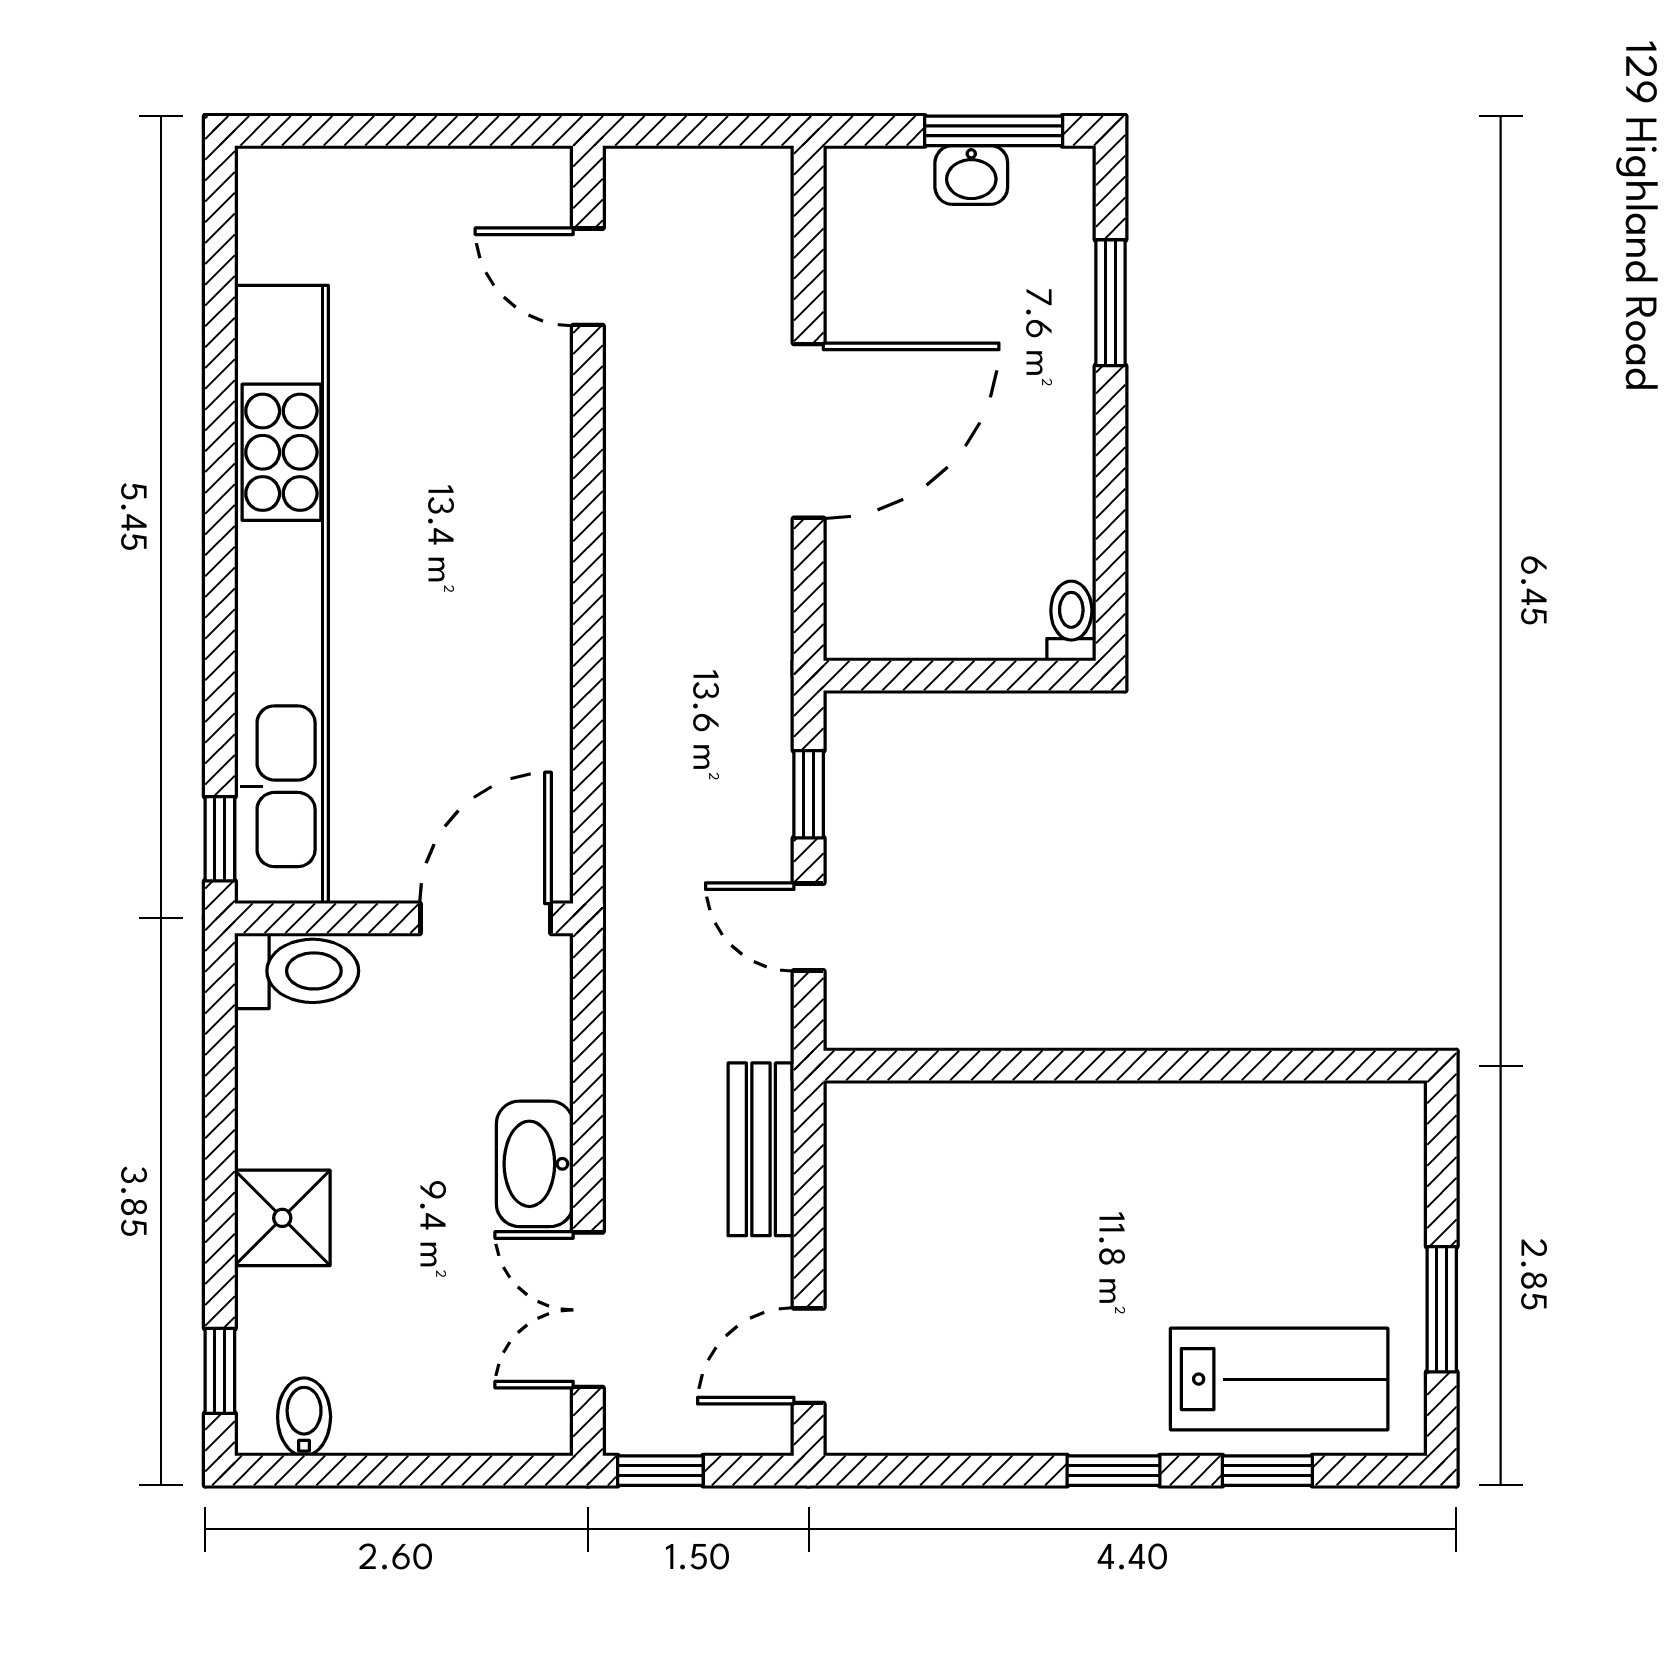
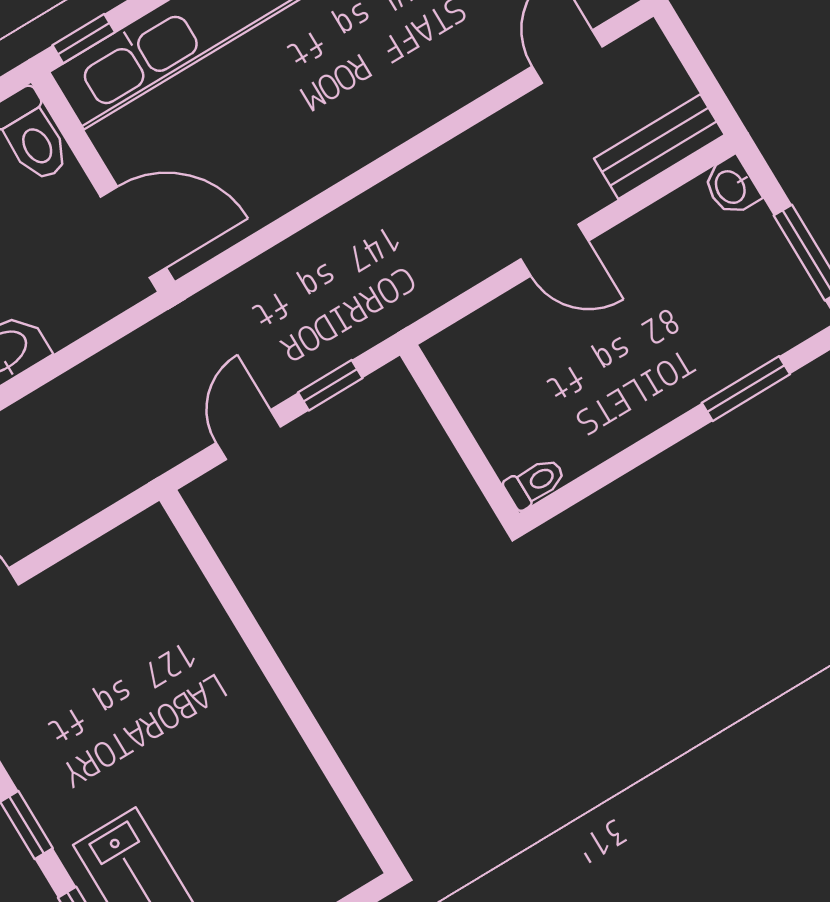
washbasin: (971, 175) -> (731, 186), moved
door: (809, 431) -> (554, 250), width x0.53
bench: (761, 1149) -> (659, 147), moved

